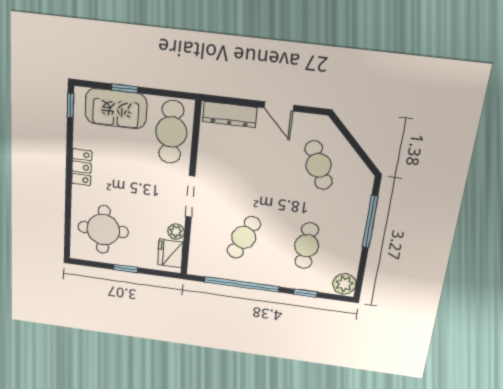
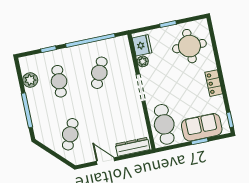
cafe table: (319, 165) -> (70, 134), turned 48
plant: (344, 284) -> (30, 80), moved

